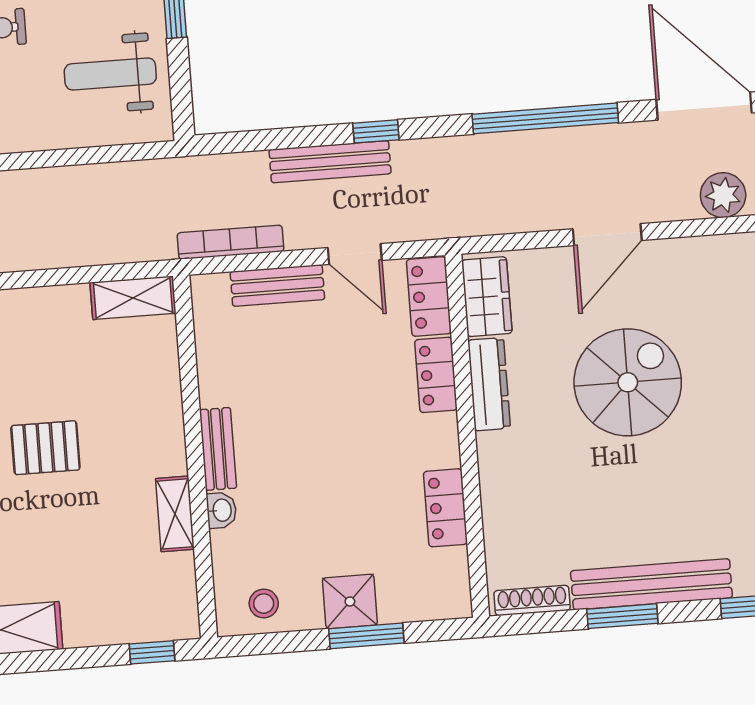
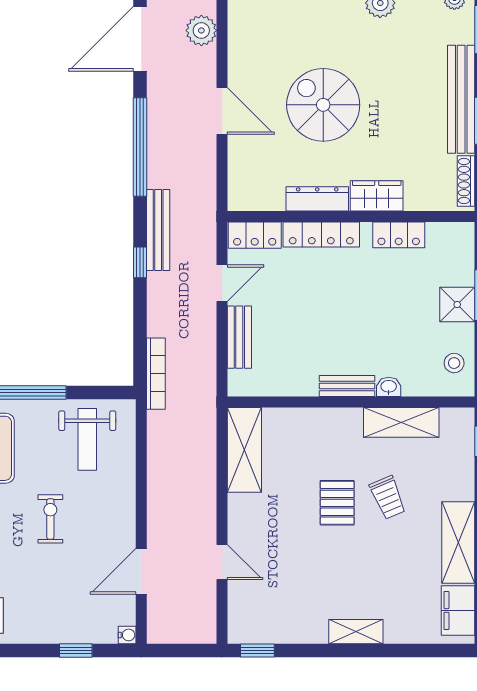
bench: (330, 162) -> (158, 230), moved
bookcase: (230, 242) -> (156, 374), moved, turned 180
wardrobe: (487, 297) -> (377, 196), moved
shelving: (133, 298) -> (244, 450), width x1.50, depth x1.33
locker: (436, 375) -> (321, 234), width x1.53
shelving: (175, 514) -> (401, 422), width x1.50, depth x1.33
trolley: (59, 522) -> (388, 498), added

